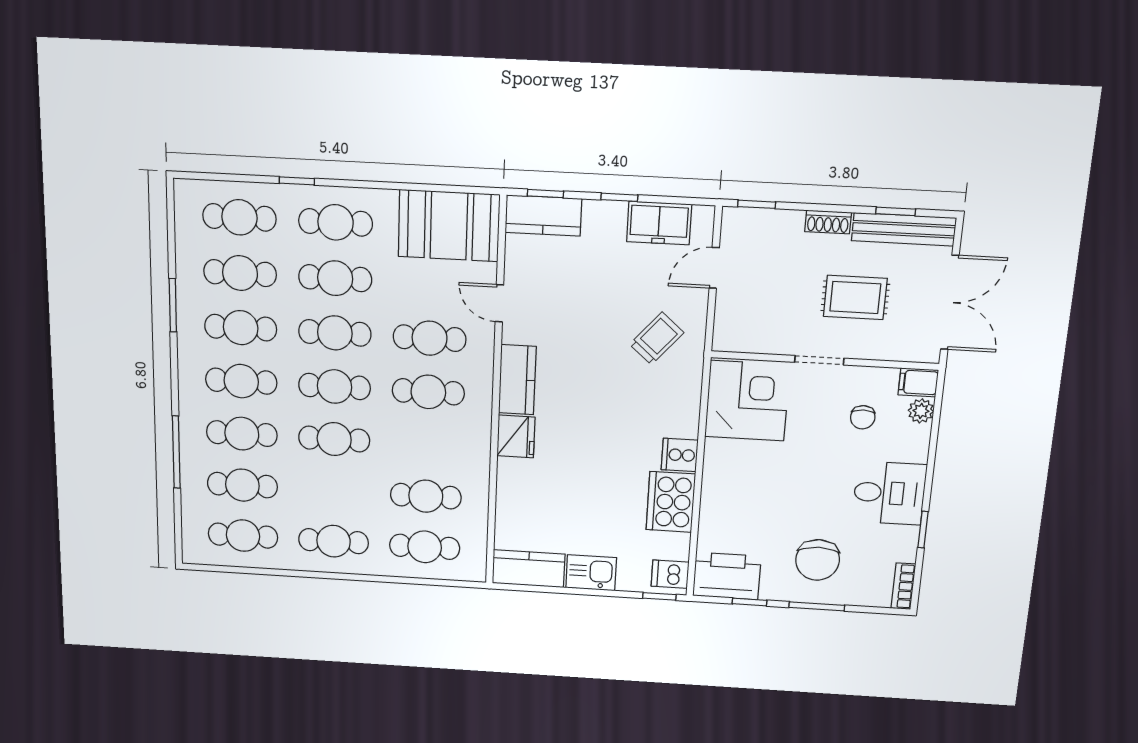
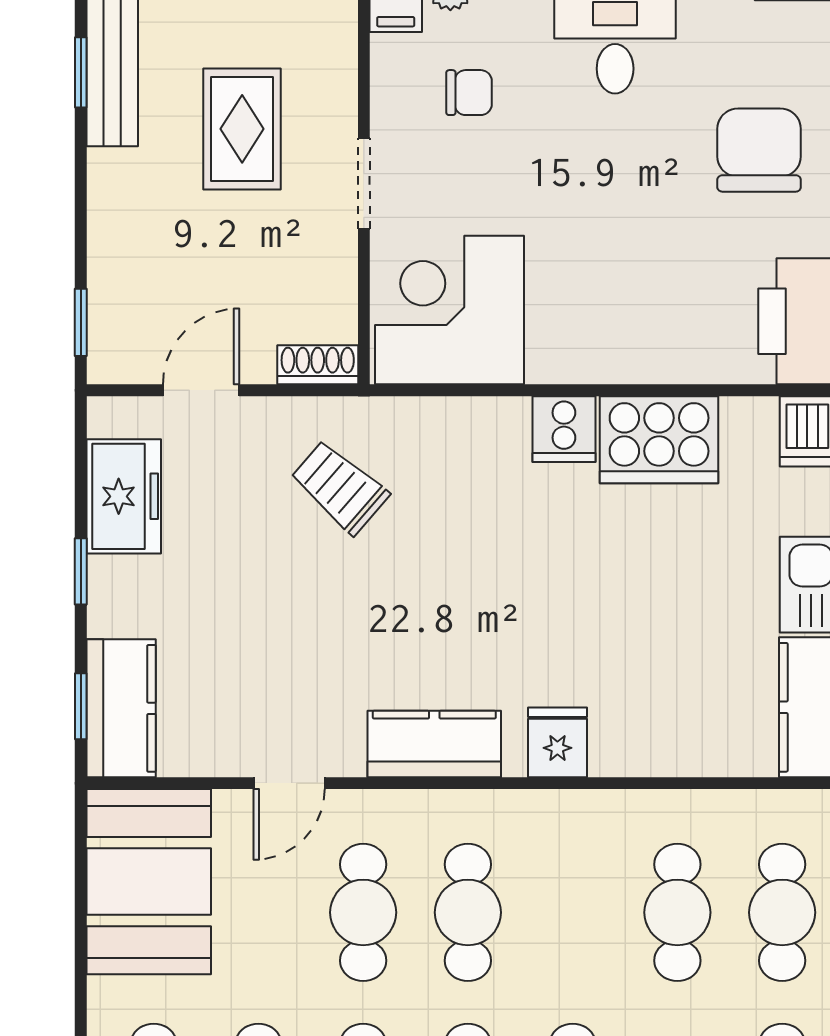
shoe rack: (828, 222) -> (318, 365), moved, turned -90
door: (714, 268) -> (201, 390), swing flipped
fridge: (516, 436) -> (557, 742), width x0.72
chair: (818, 560) -> (759, 150), turned -90

